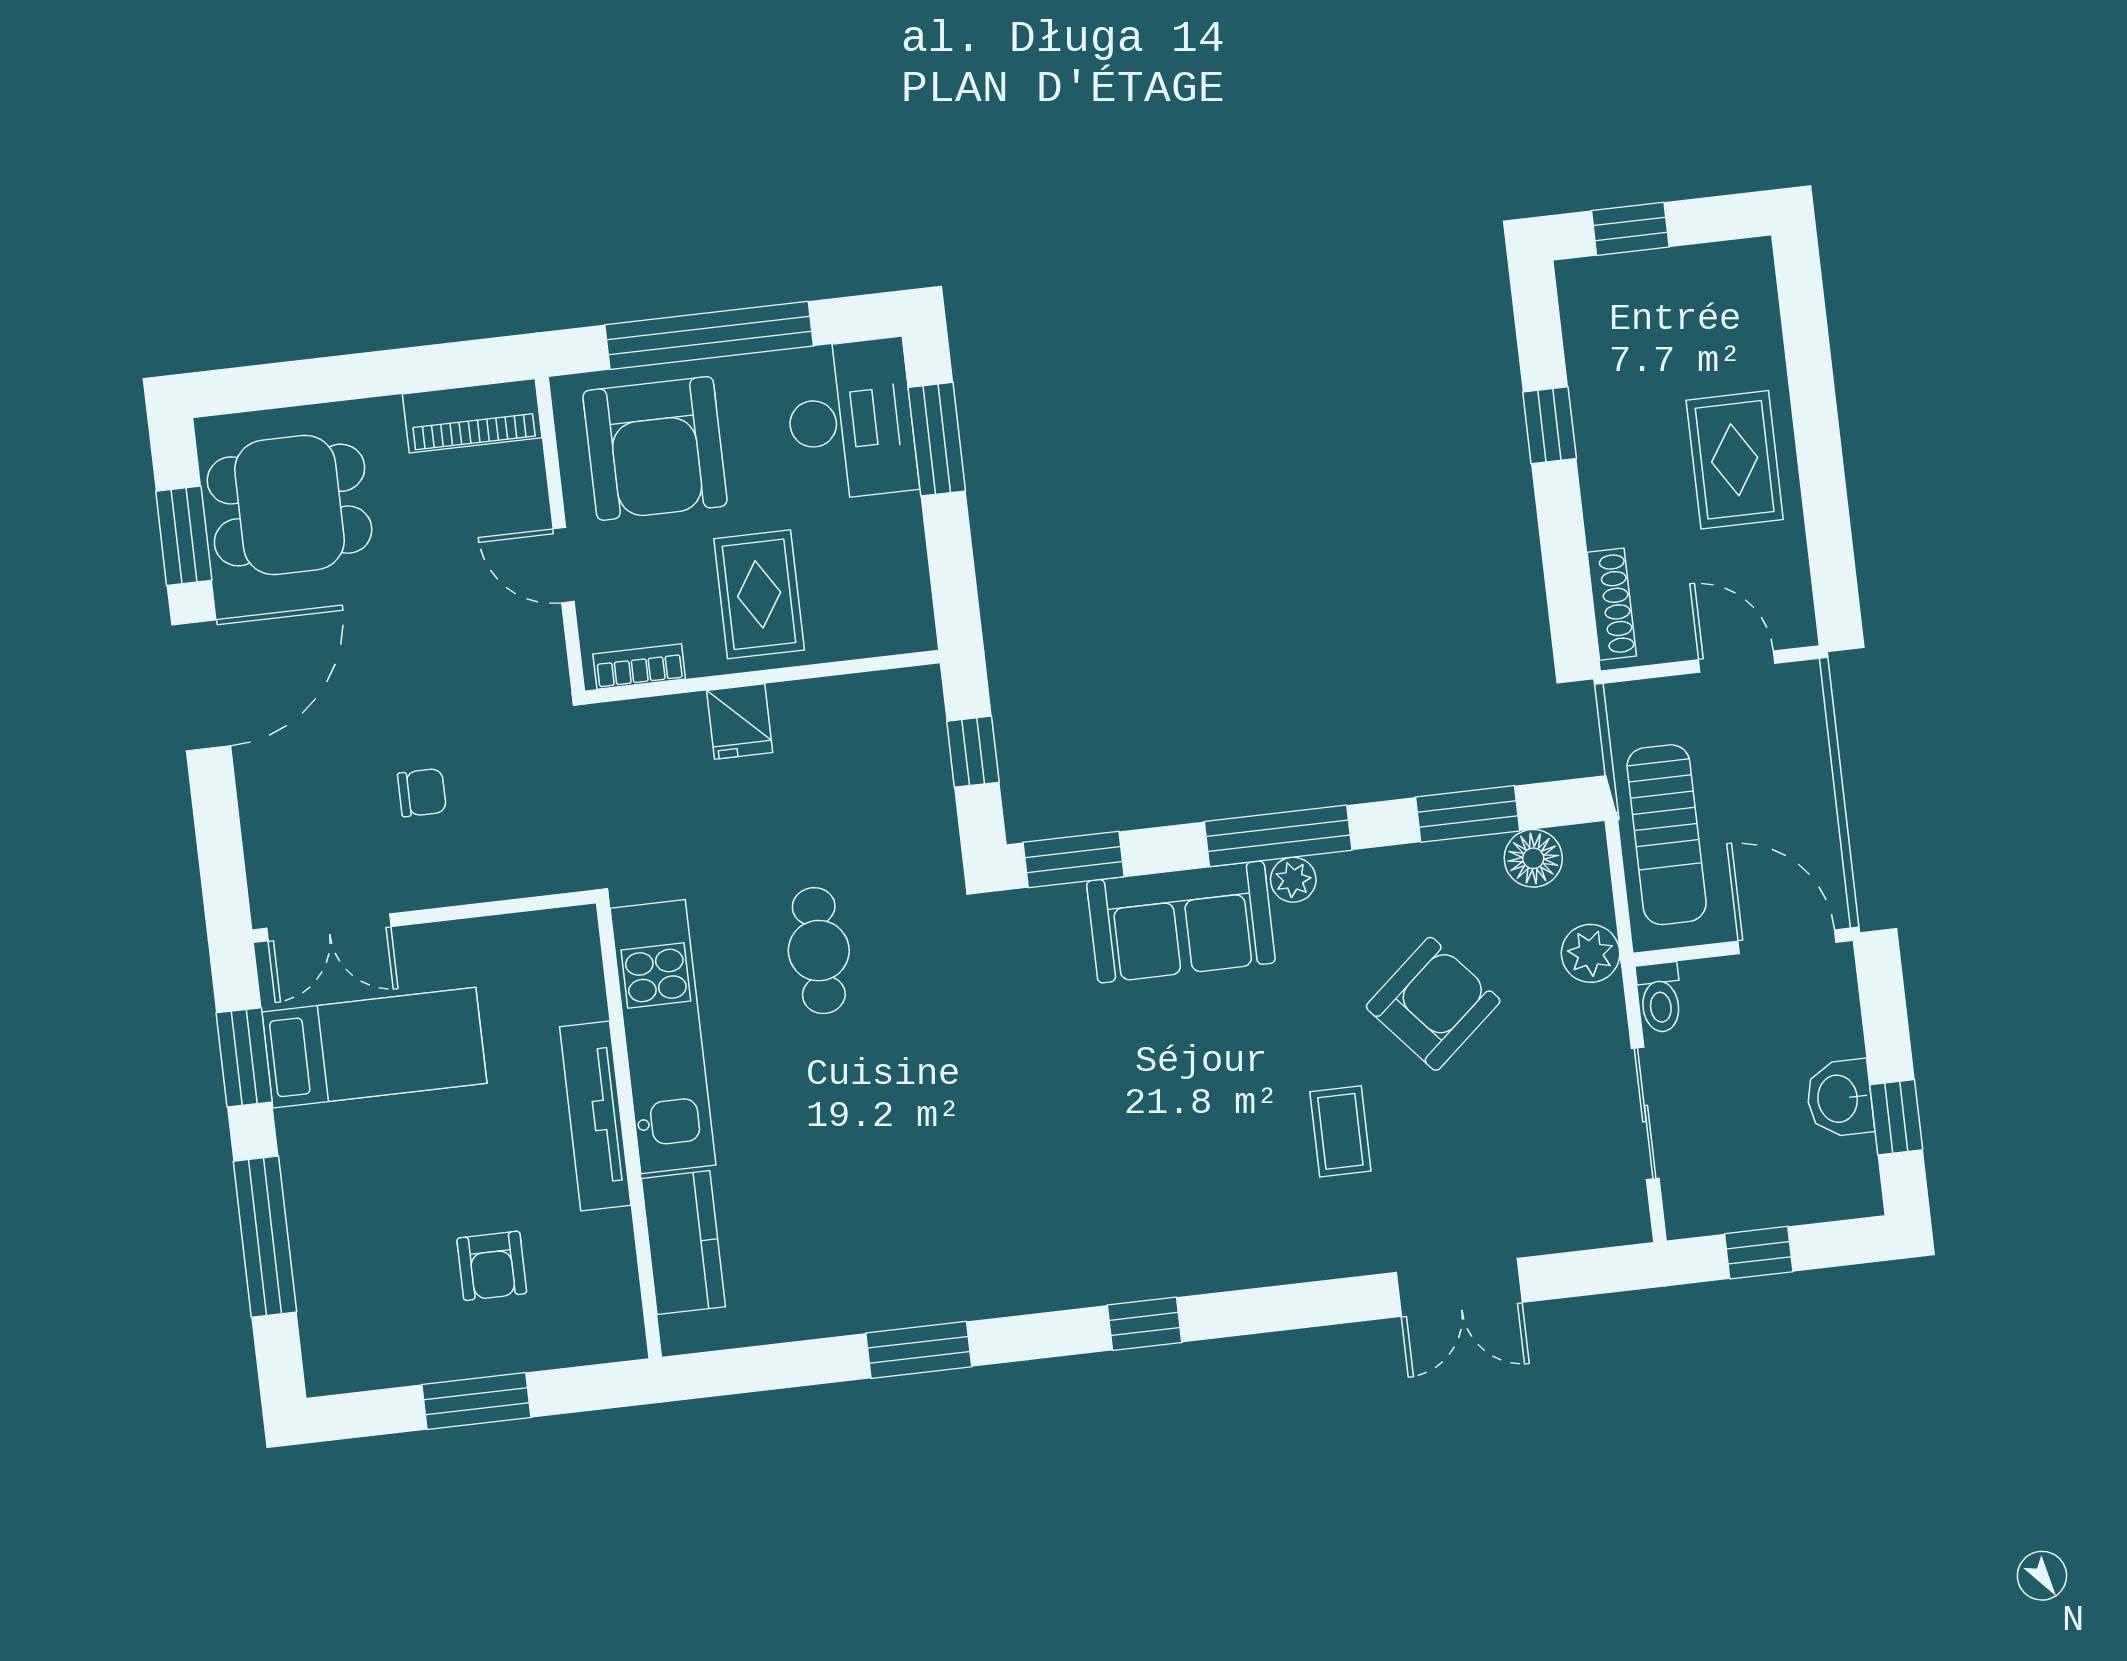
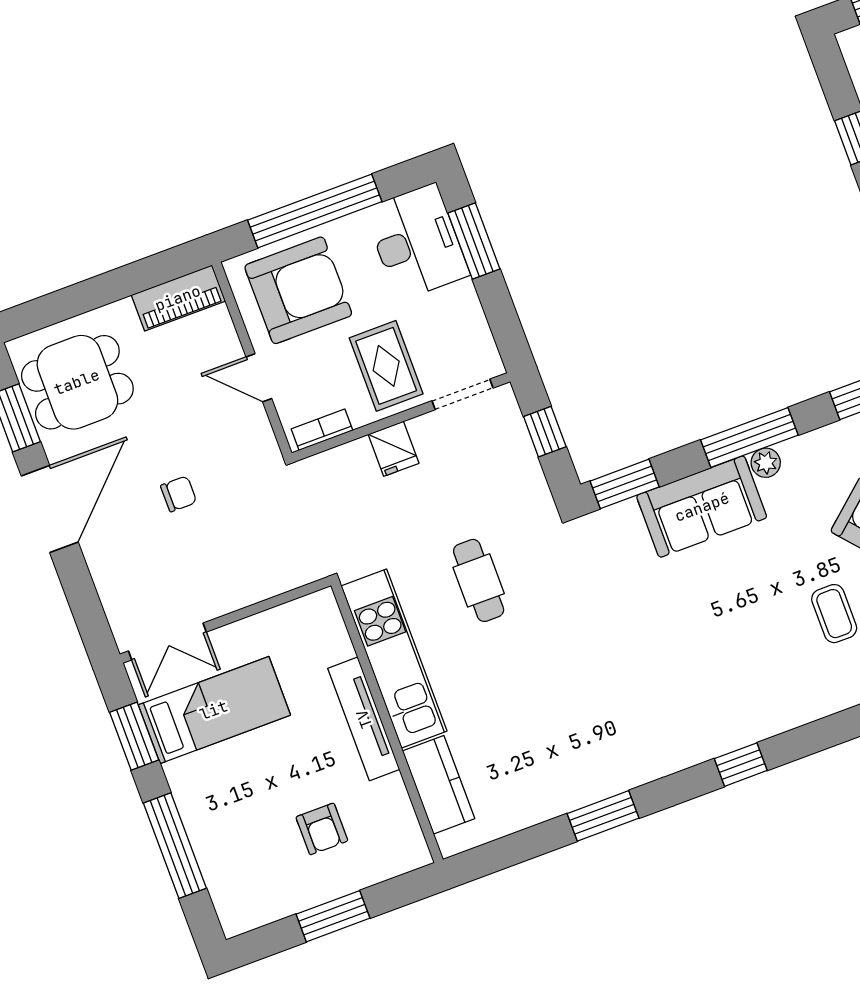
armchair: (655, 448) -> (298, 290), turned -90
doorway: (863, 665) -> (462, 394), added
chair: (422, 793) -> (179, 494), moved

